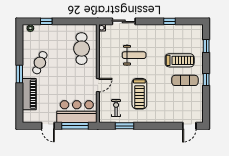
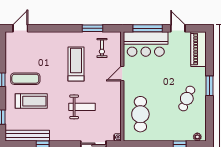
bench: (183, 29) -> (27, 136), added
weight bench: (134, 55) -> (82, 107), turned 180
treadmill: (180, 60) -> (31, 101), turned 180
piano: (29, 94) -> (198, 49), moved

